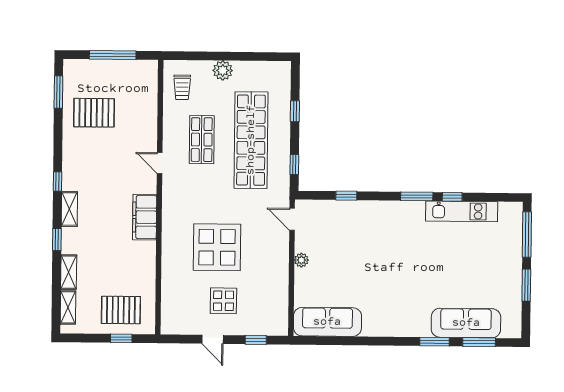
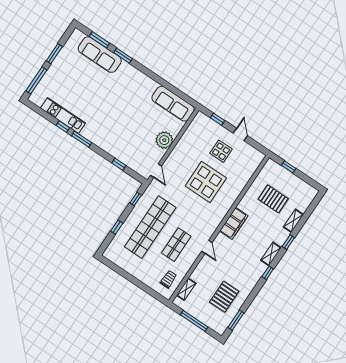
plant: (223, 70) -> (141, 274), removed
pallet: (94, 113) -> (224, 297), turned 90
plant: (301, 260) -> (164, 140), width x1.88, depth x1.88
shelving: (68, 307) -> (186, 289), moved
pallet: (121, 310) -> (273, 199), moved

